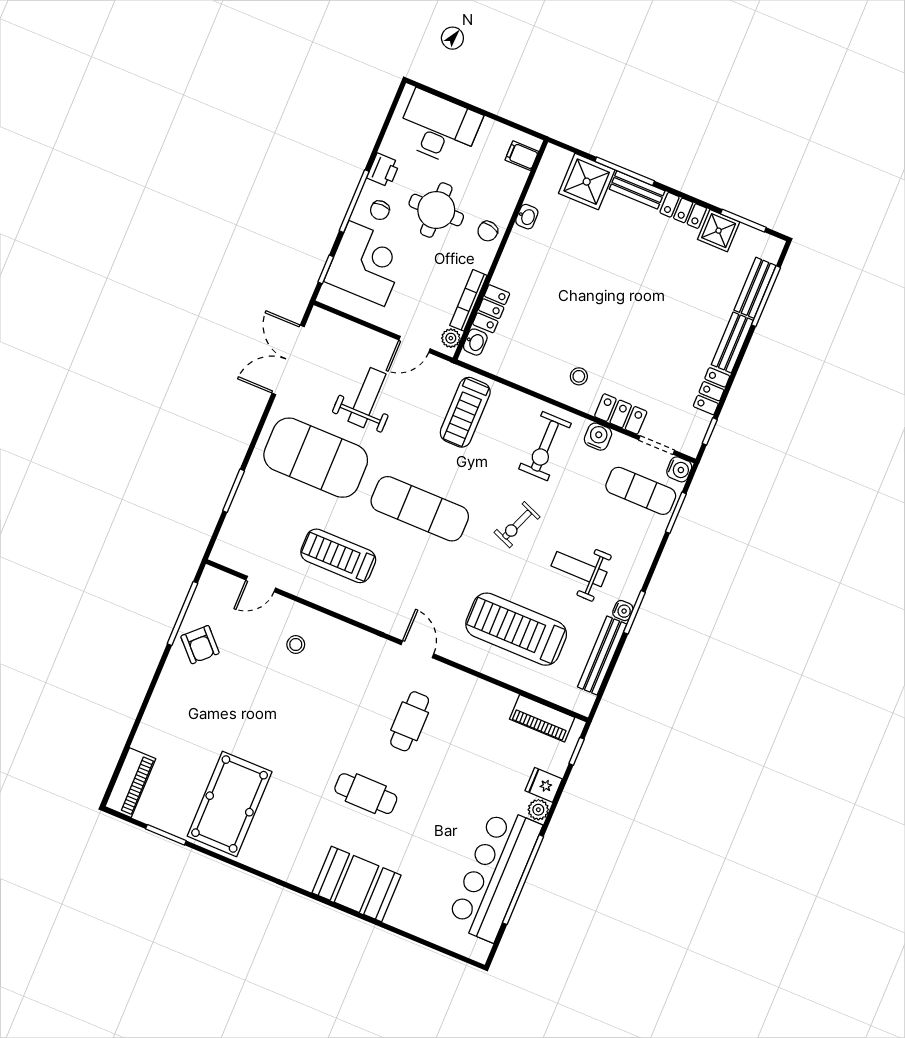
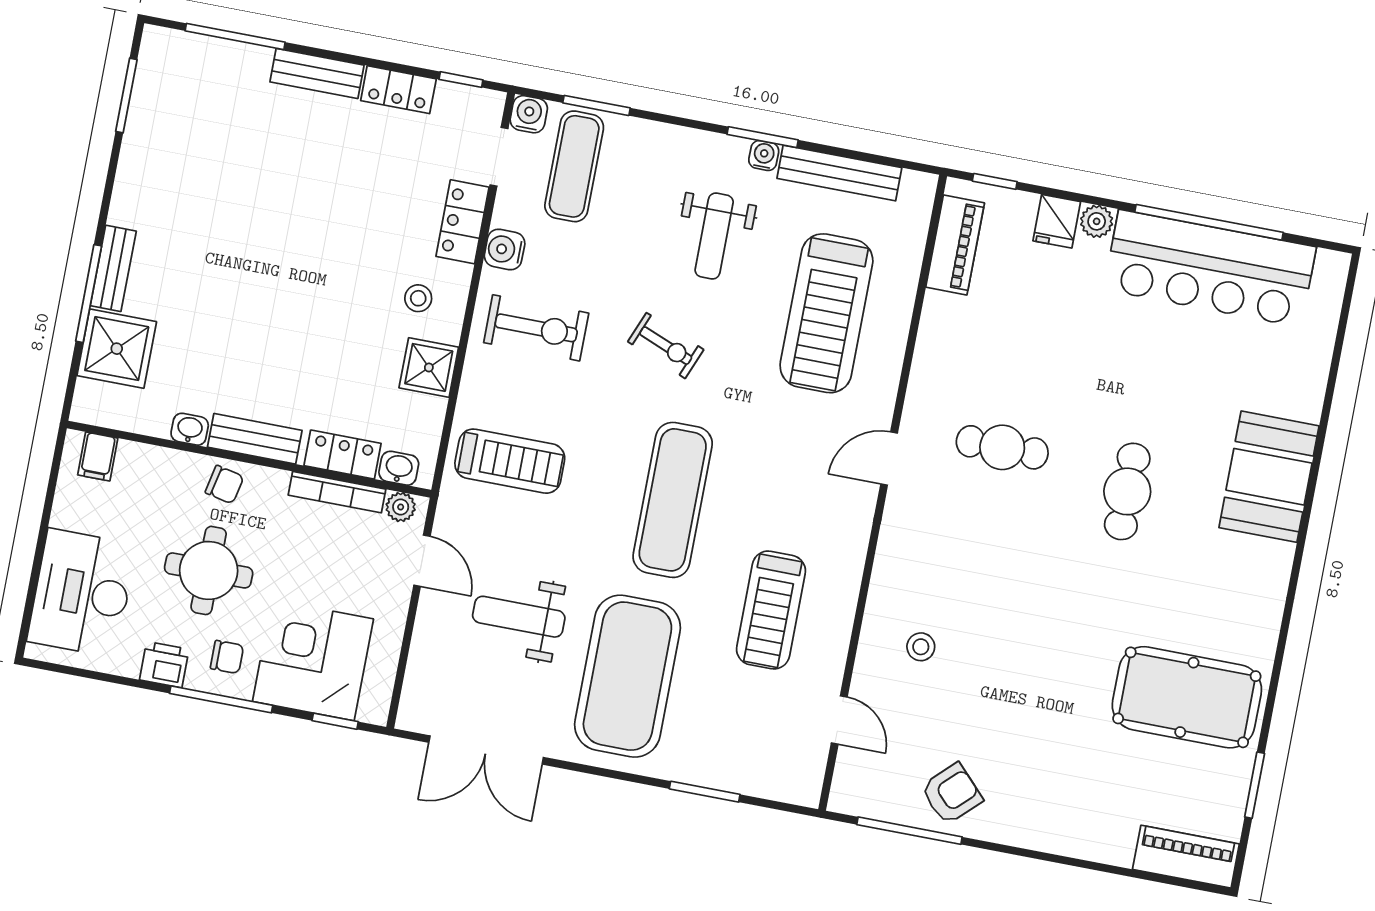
locker: (683, 210) -> (130, 191), removed
shower: (719, 231) -> (429, 367), moved
bench: (755, 288) -> (255, 439), moved

